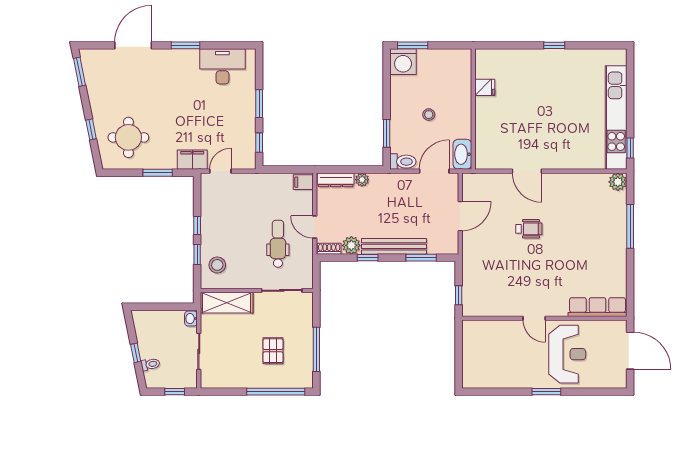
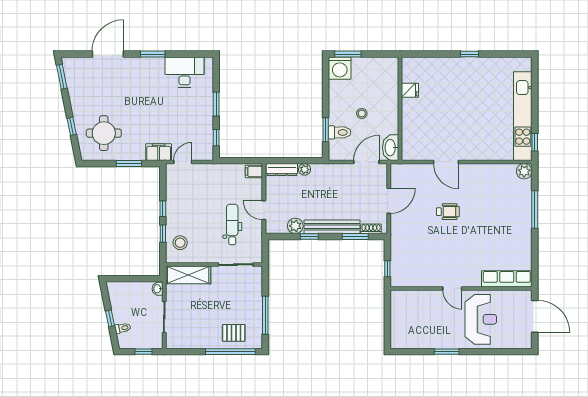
toilet: (403, 162) -> (340, 132), moved
shoe rack: (329, 249) -> (371, 229), moved
pallet: (273, 351) -> (234, 333), moved, turned 90
window: (546, 392) -> (447, 352), moved

